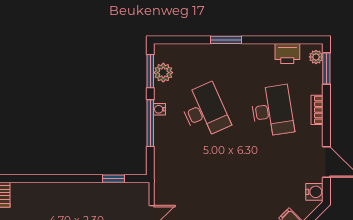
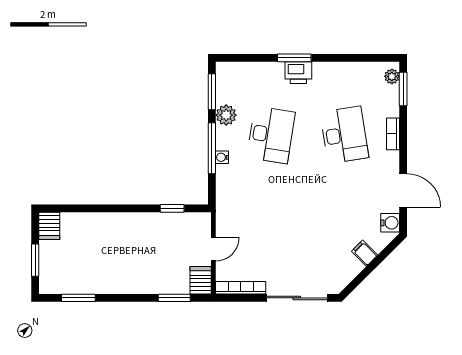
printer: (287, 53) -> (298, 73), moved
plant: (163, 73) -> (226, 115), moved
water cooler: (160, 109) -> (222, 157), moved
desk: (205, 111) -> (271, 135), turned 33

